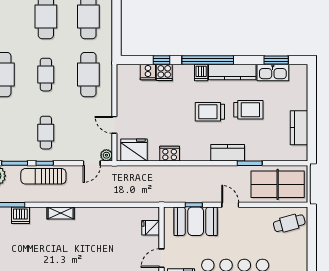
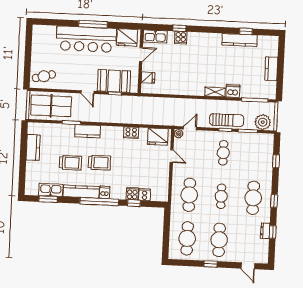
trolley: (248, 110) -> (70, 163), turned 180
dishwasher: (20, 215) -> (233, 91), moved

